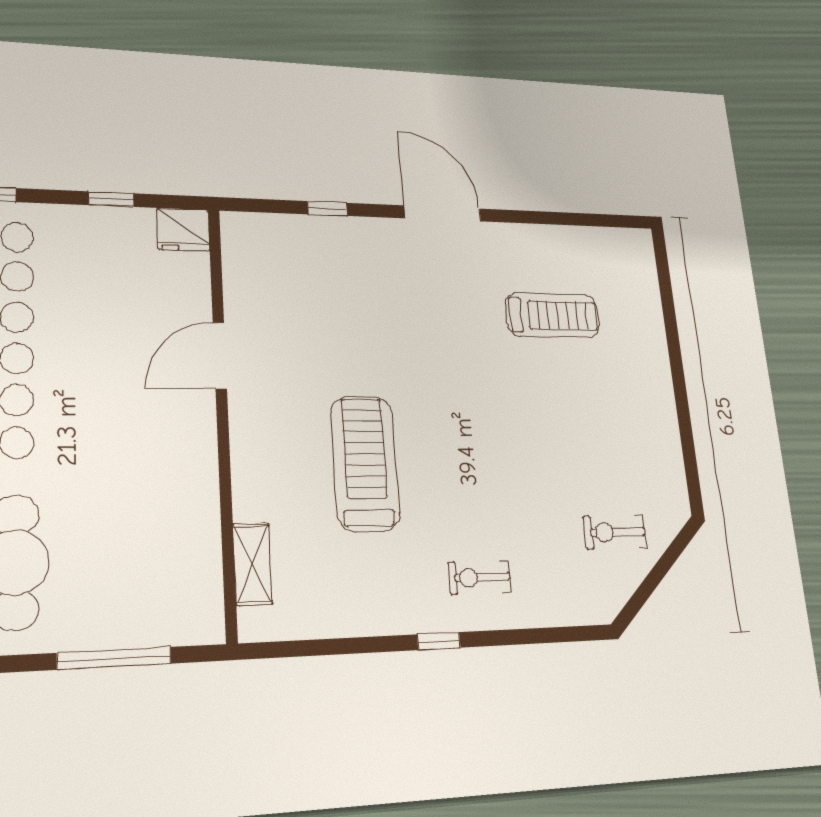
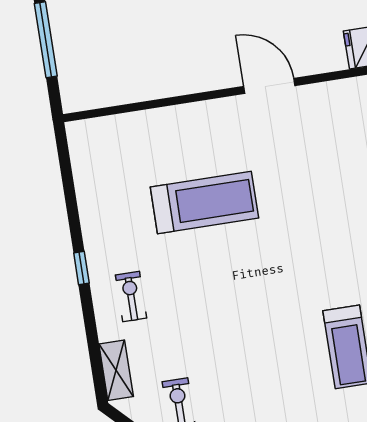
shelving: (253, 564) -> (116, 370), moved, turned 90

